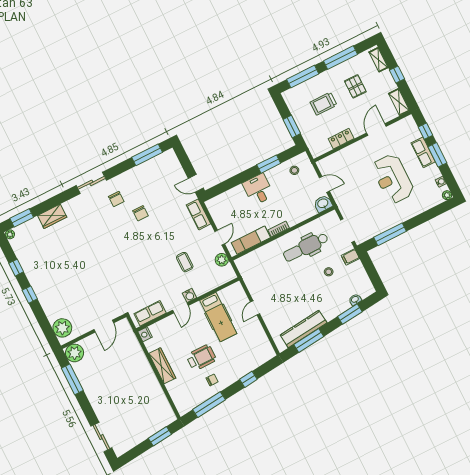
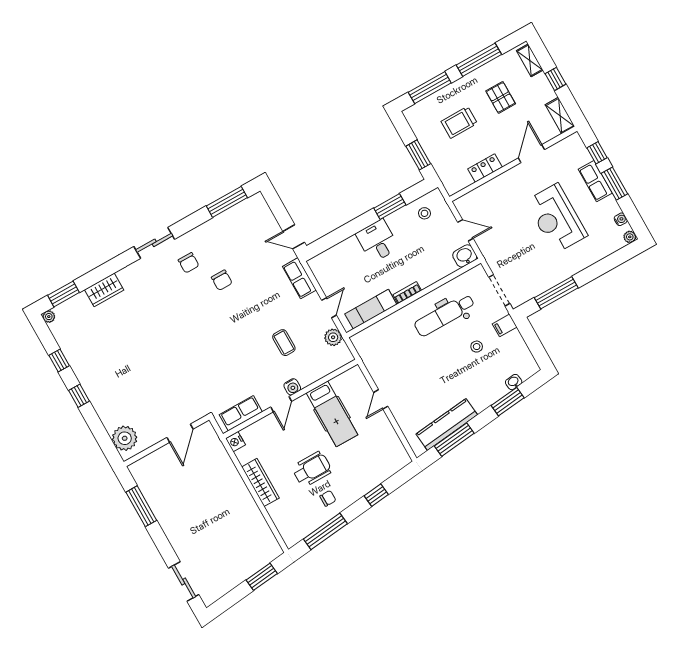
plant: (75, 353) -> (142, 471), removed

